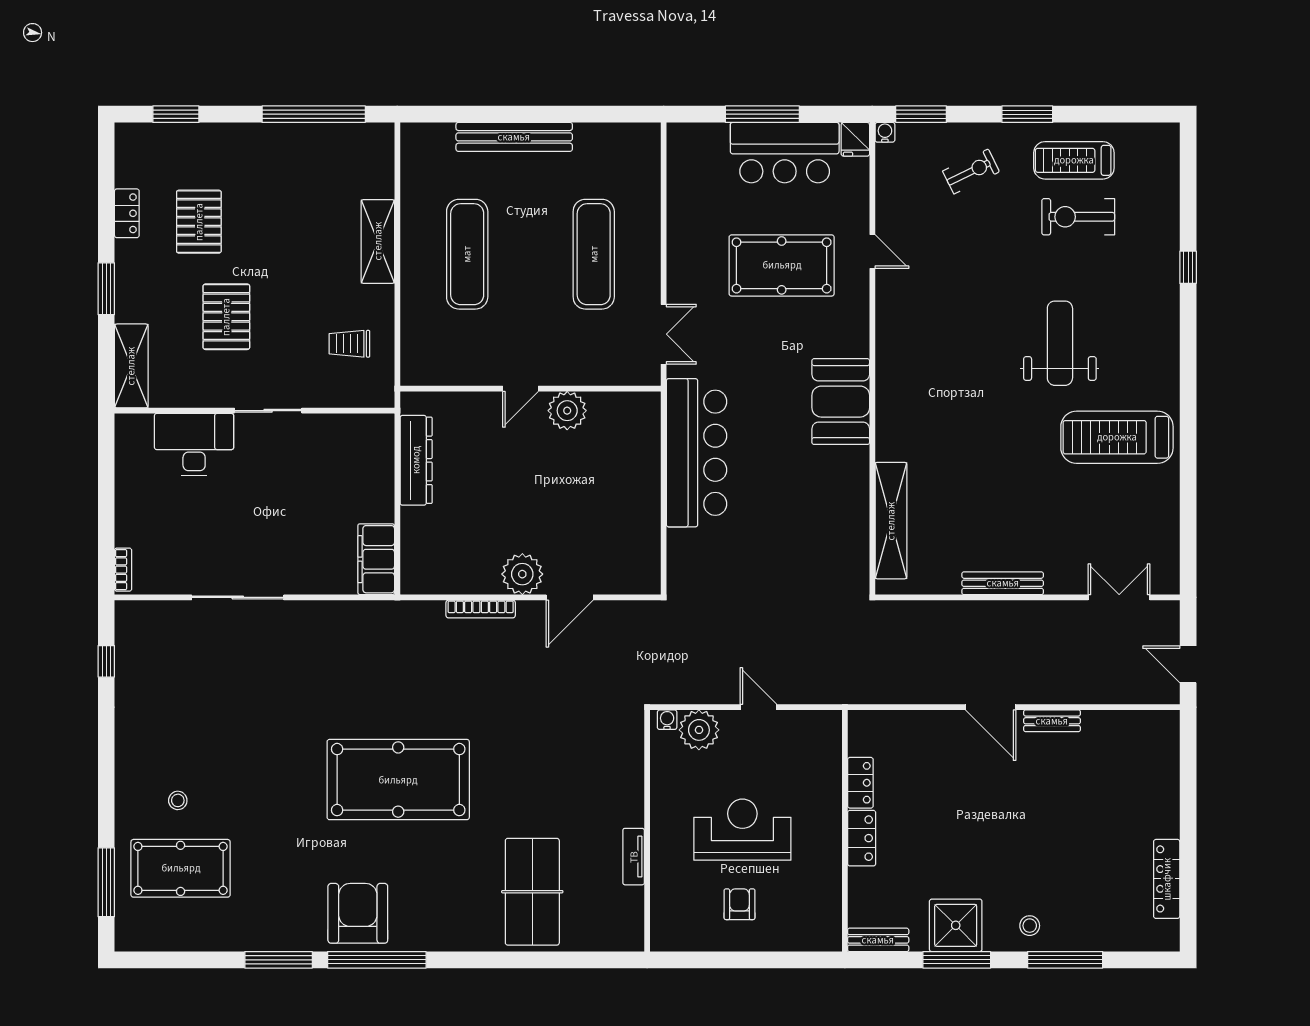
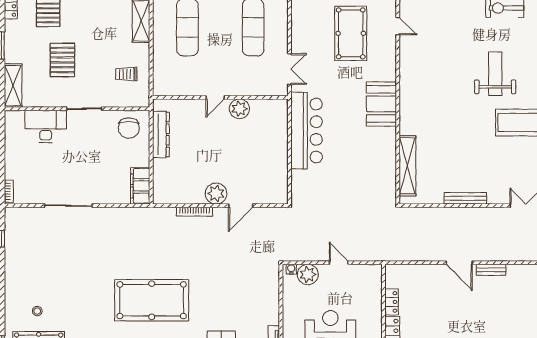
pool table: (782, 265) -> (351, 33), turned 90
chair: (354, 448) -> (129, 128), added

